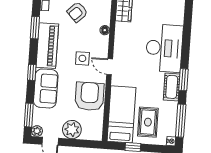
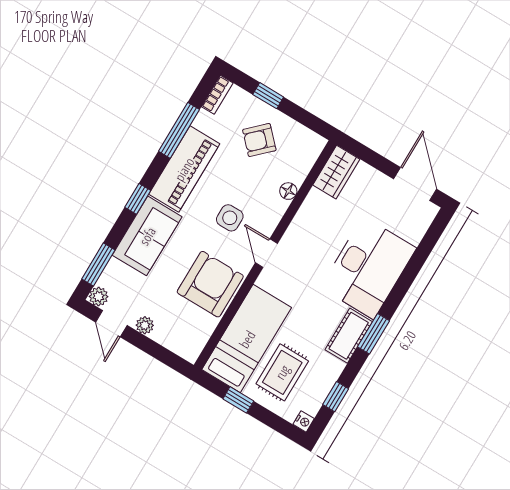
window: (35, 28) -> (179, 130), width x1.44
window: (181, 121) -> (336, 397), width x0.46
plant: (72, 130) -> (145, 325), width x0.53, depth x0.53

